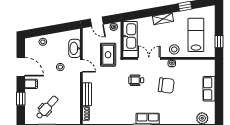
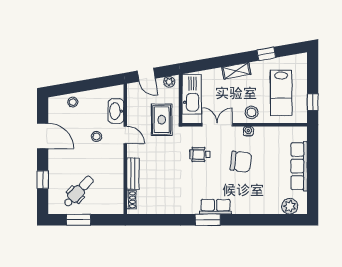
lab bench: (196, 35) -> (281, 93), turned 180
filing cabinet: (31, 84) -> (57, 159), removed
row of seats: (209, 89) -> (299, 166), width x1.48

